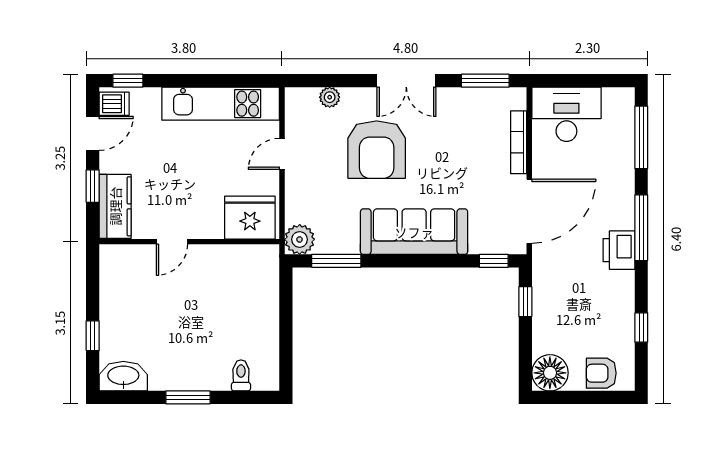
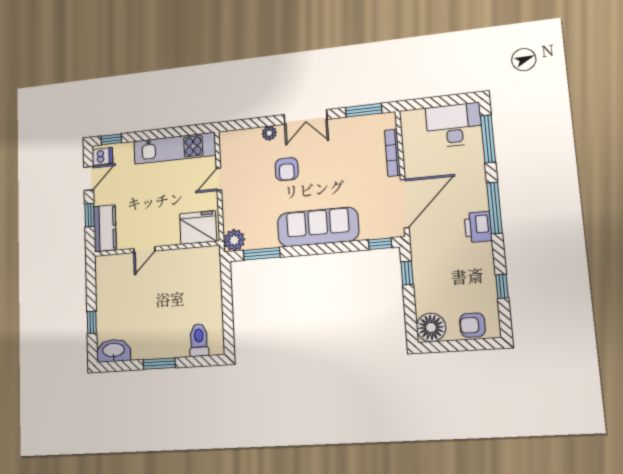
plant: (330, 97) -> (269, 133), moved
desk: (566, 114) -> (454, 125), moved
armchair: (377, 150) -> (287, 169), width x0.53, depth x0.53
toilet: (241, 375) -> (199, 340), width x1.37, depth x1.39

